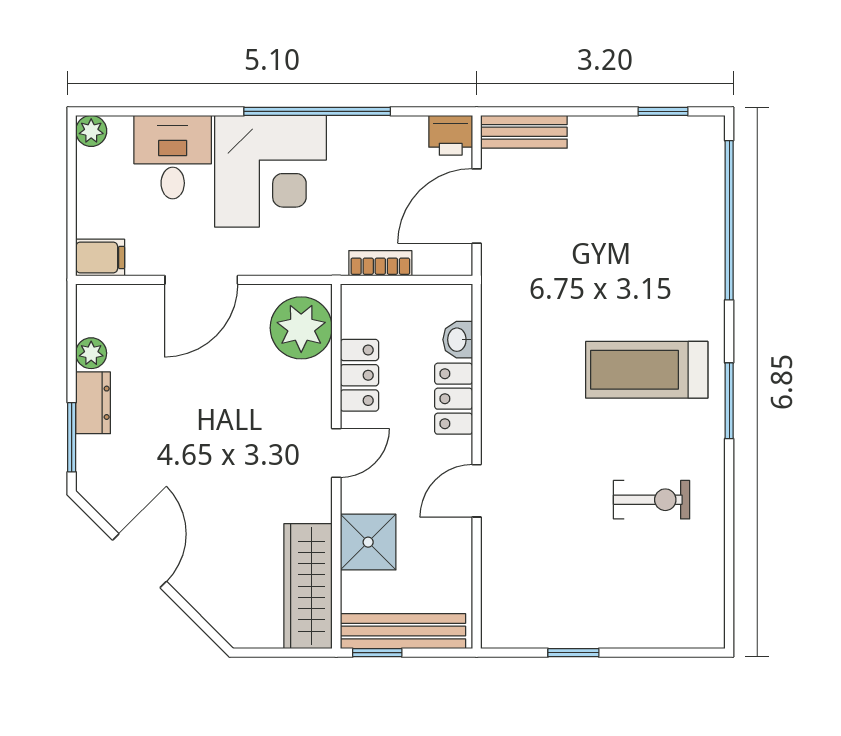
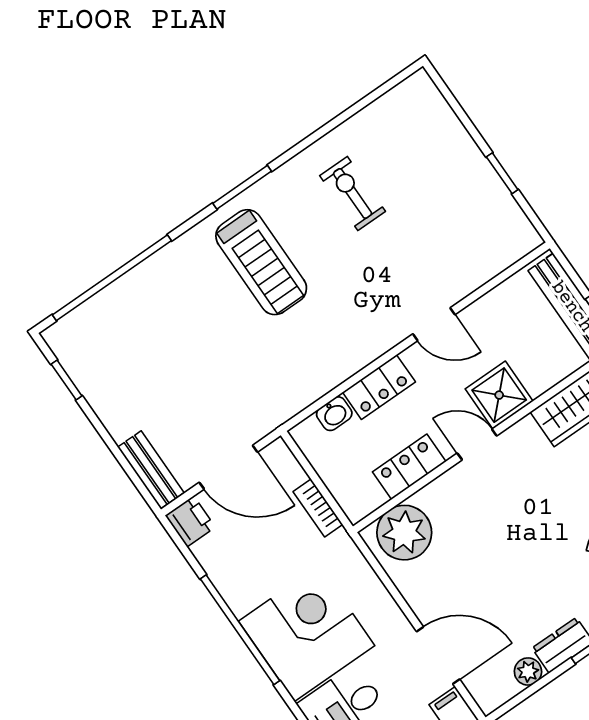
door: (201, 280) -> (438, 655), moved
shower: (368, 542) -> (499, 395), moved

